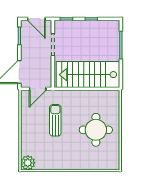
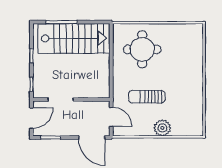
stairs: (88, 75) -> (74, 38), moved, turned -90
round table: (96, 130) -> (142, 49), moved
plant: (28, 163) -> (162, 128), moved

